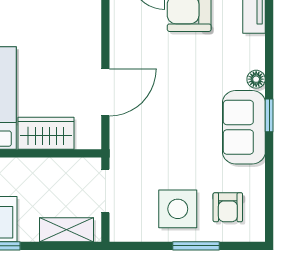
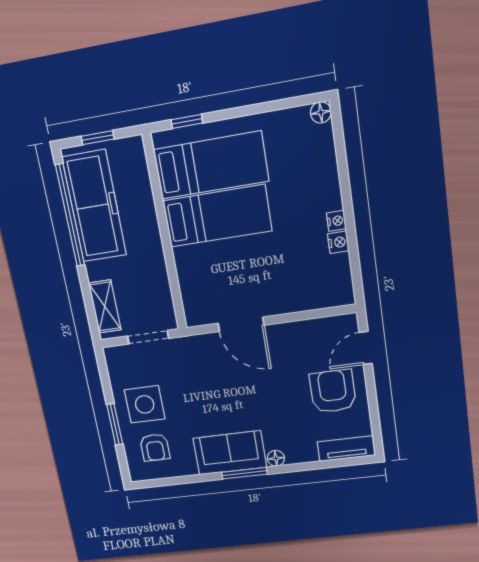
window: (269, 115) -> (244, 473), width x1.50
wardrobe: (46, 133) -> (192, 273), removed
armchair: (228, 207) -> (155, 447), turned -90

